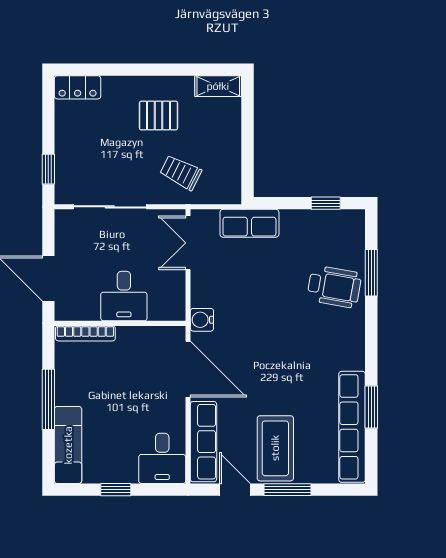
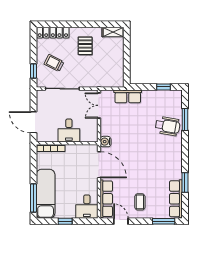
locker: (78, 87) -> (53, 33), width x1.53
pallet: (159, 115) -> (85, 46), turned 90
trolley: (181, 172) -> (54, 63), moved
window: (48, 399) -> (33, 198), moved
row of seats: (352, 427) -> (176, 199), width x0.73
exam couch: (68, 445) -> (46, 194), width x1.36, depth x1.45
coffee table: (275, 448) -> (140, 202), width x0.54, depth x0.58
window: (287, 490) -> (164, 221), moved

